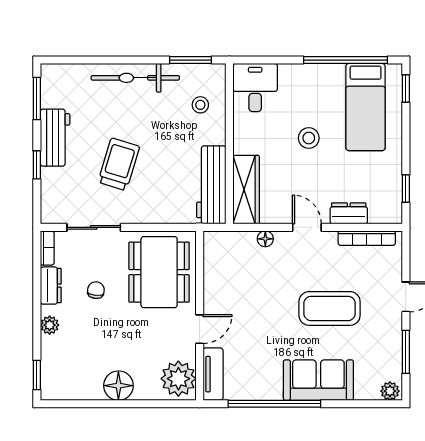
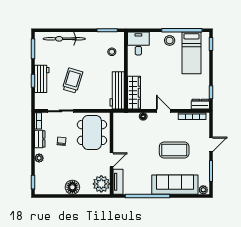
bicycle: (135, 78) -> (64, 39), moved
workbench: (55, 138) -> (42, 79), moved
stool: (309, 138) -> (170, 40), moved
dresser: (349, 213) -> (200, 104), moved
sofa: (318, 380) -> (175, 185), width x1.36

